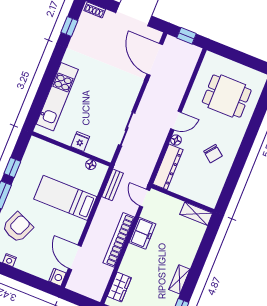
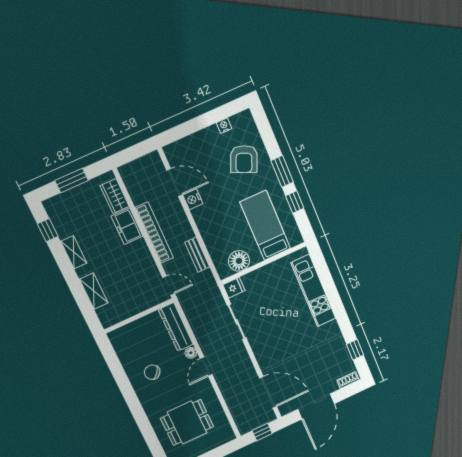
fridge: (80, 142) -> (234, 288), moved, turned -90
floor lamp: (91, 165) -> (239, 261), width x1.89, depth x1.89
bench: (112, 185) -> (197, 255), moved
bed: (65, 198) -> (265, 225), moved, turned -90
shelving: (196, 214) -> (94, 291), moved, turned 90
freezer: (142, 233) -> (127, 226), moved
nightstand: (57, 277) -> (193, 199), moved

